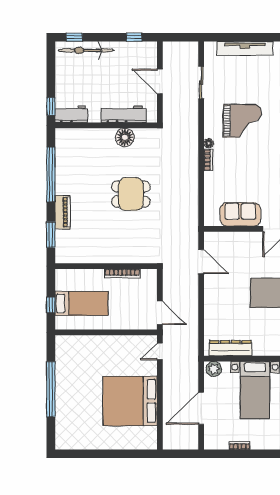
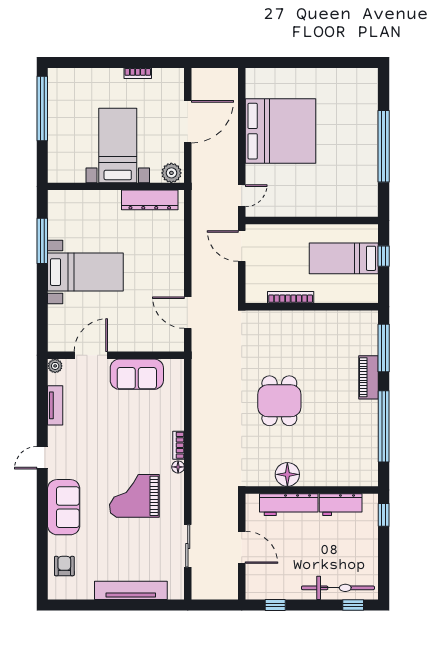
workbench: (71, 114) -> (341, 505), moved
dining table: (131, 194) -> (279, 401), turned 90
window: (51, 235) -> (384, 348), width x1.44

